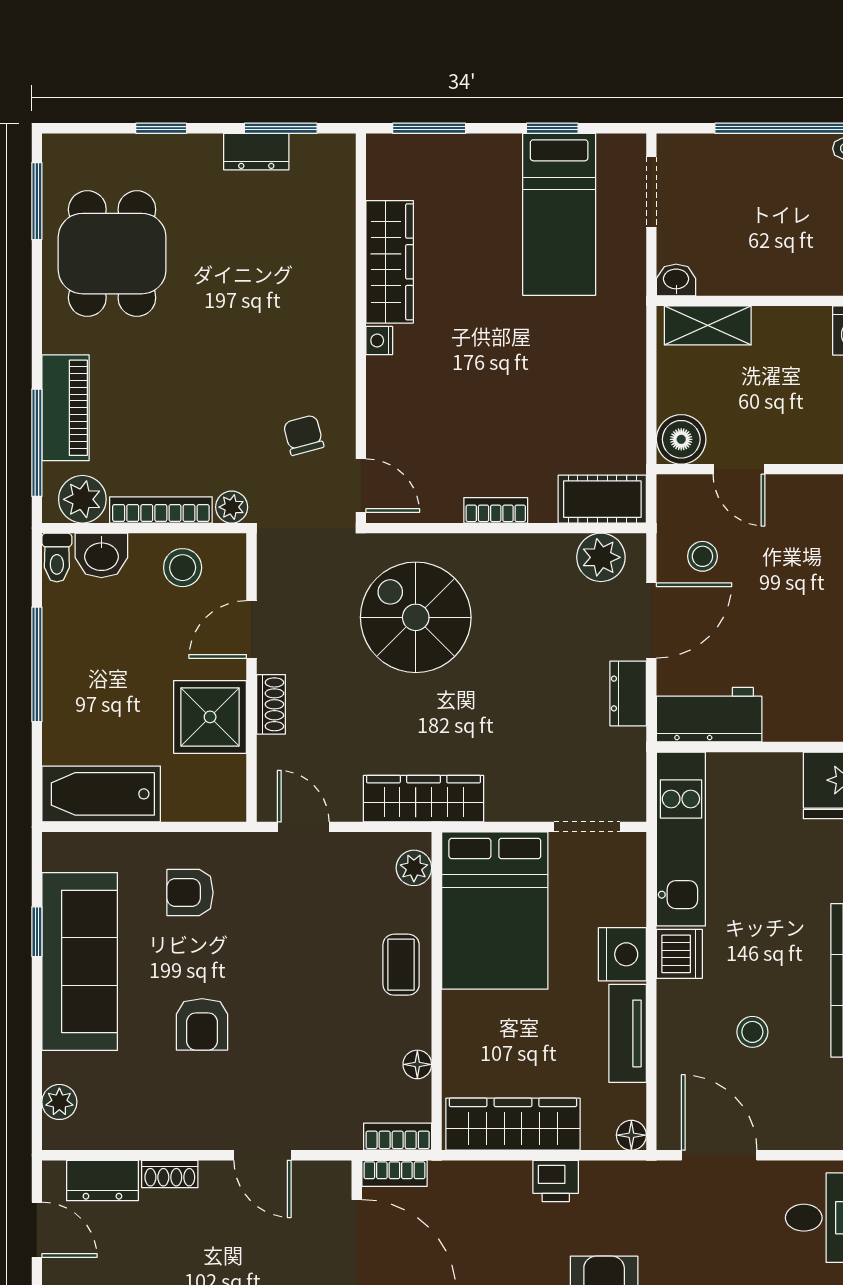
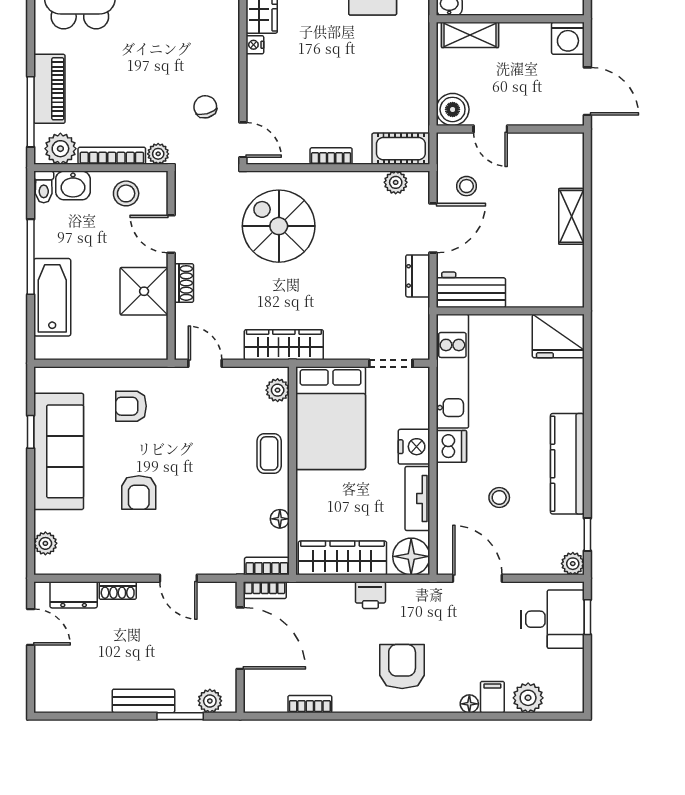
plant: (601, 557) -> (396, 182), width x0.73, depth x0.73
door: (251, 630) -> (171, 234), hinge flipped
bathtub: (101, 794) -> (52, 297), moved, turned 90
floor lamp: (631, 1135) -> (411, 556), width x1.89, depth x1.89

